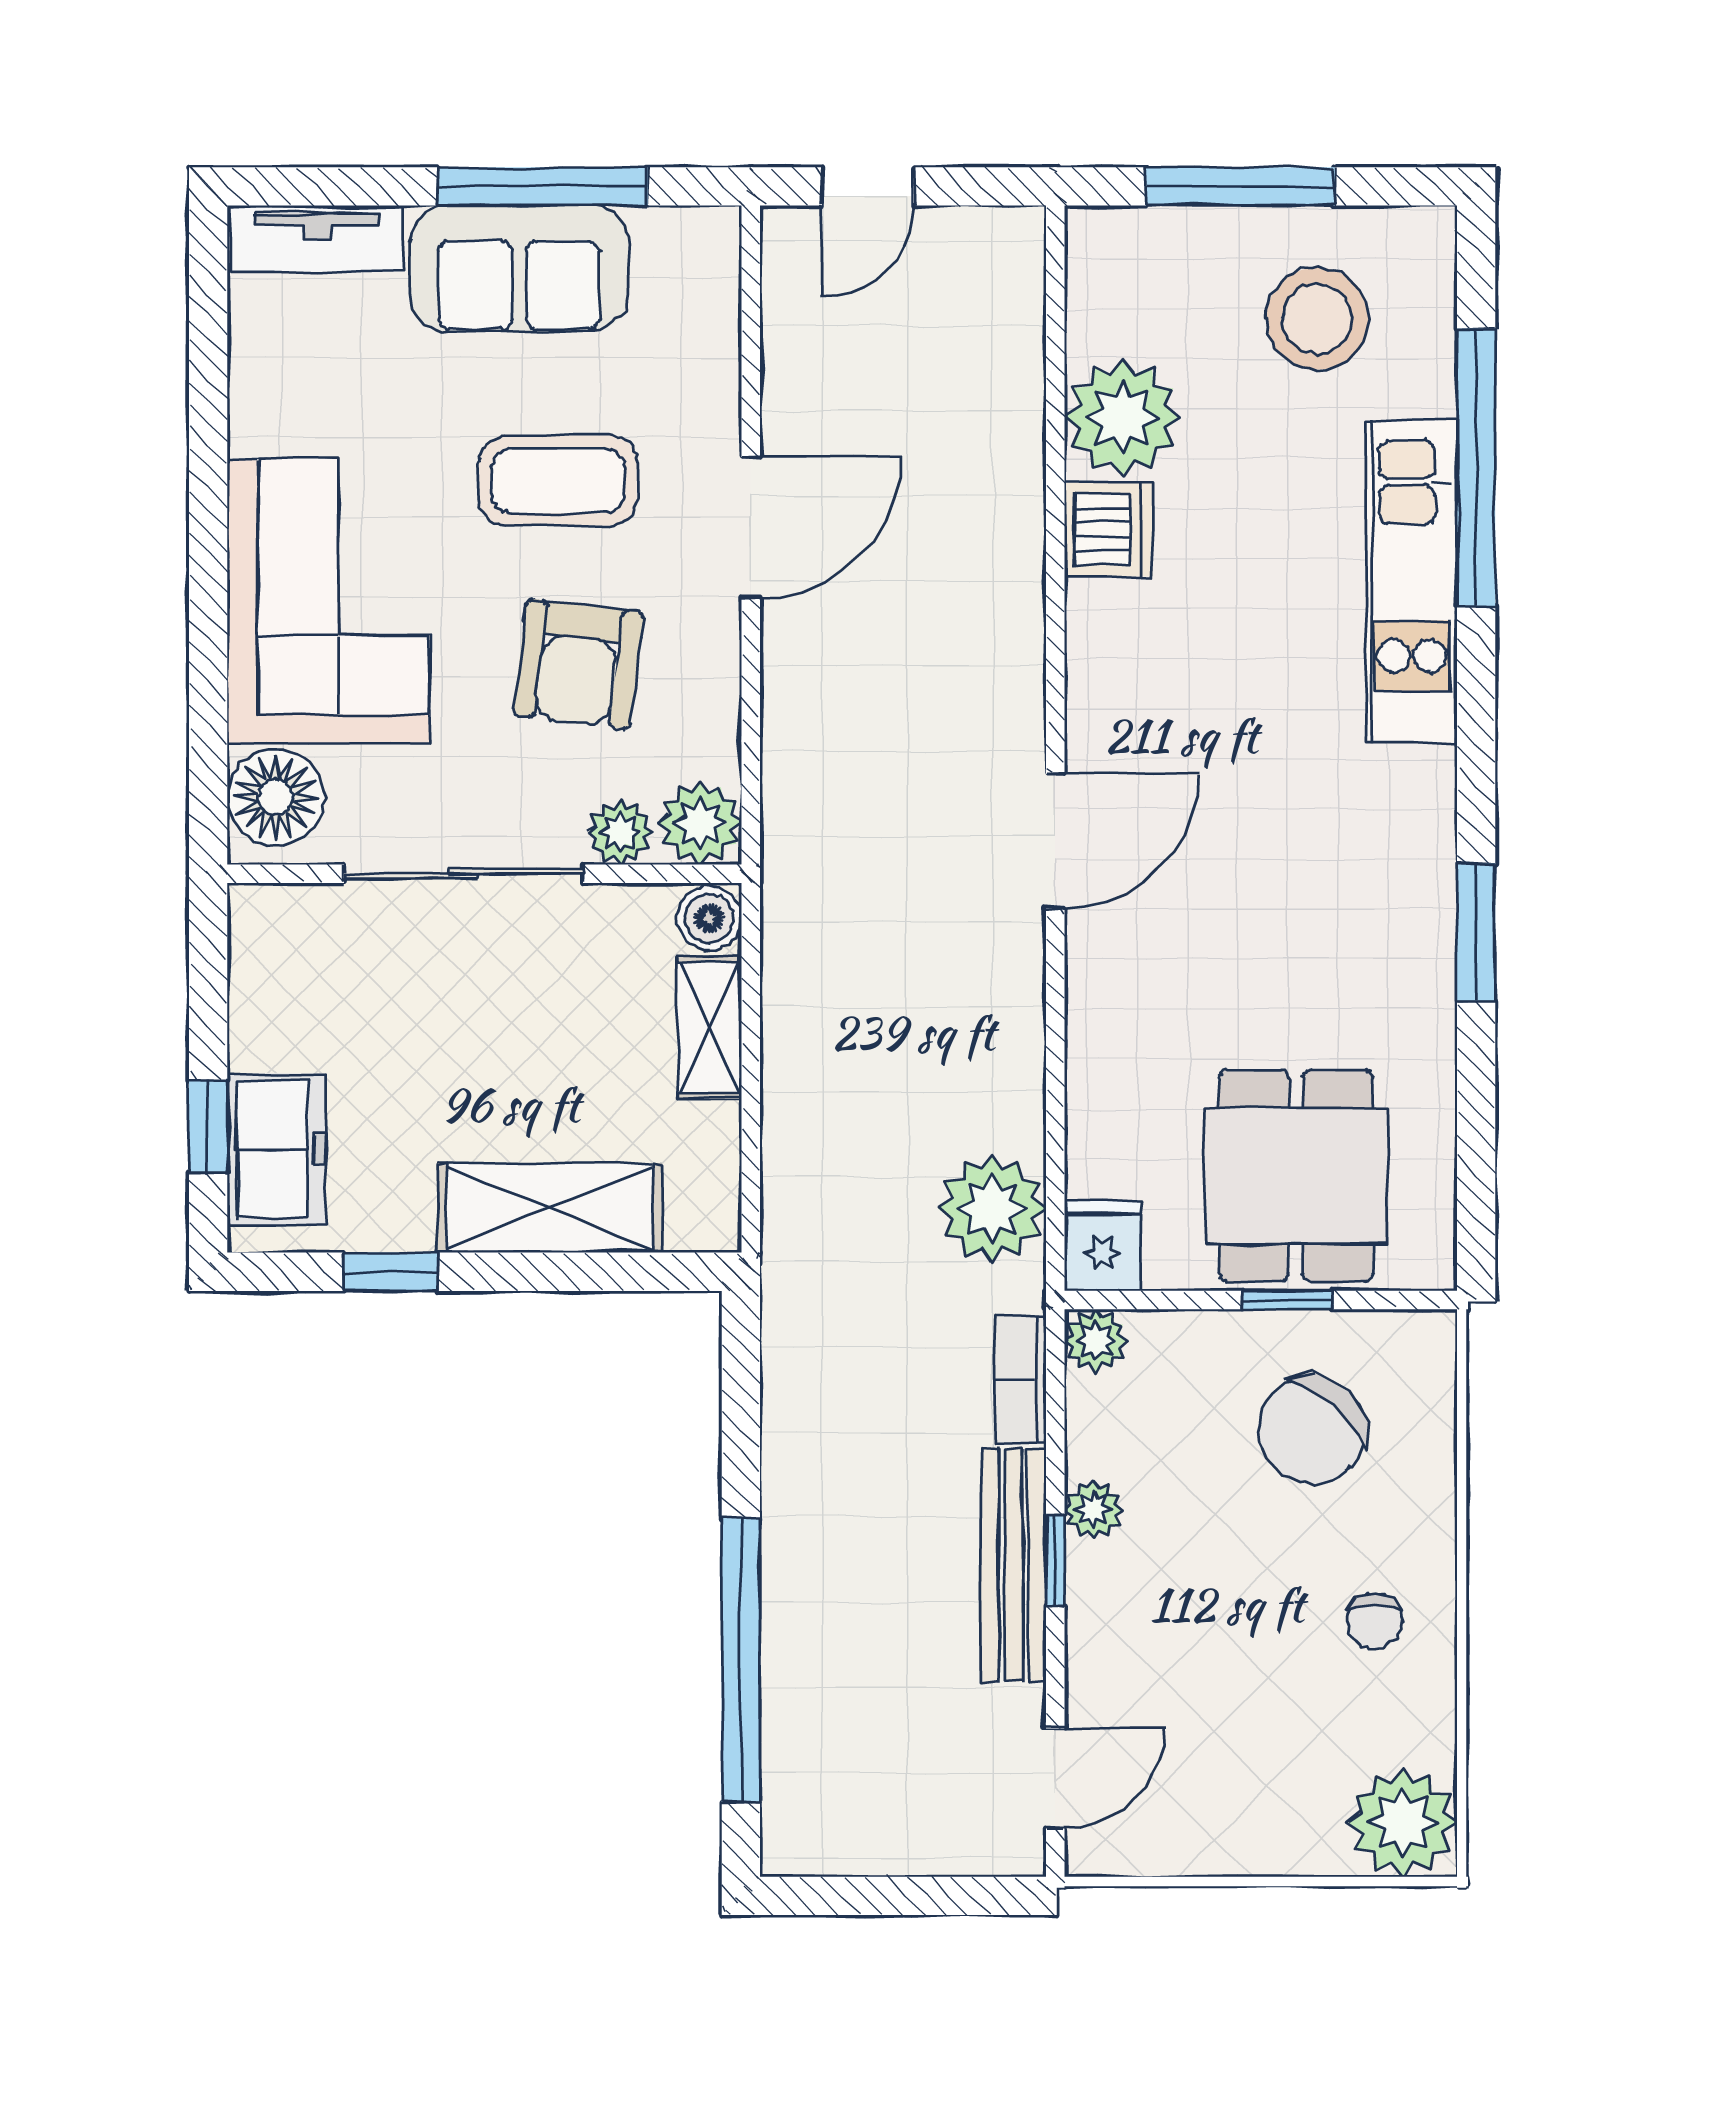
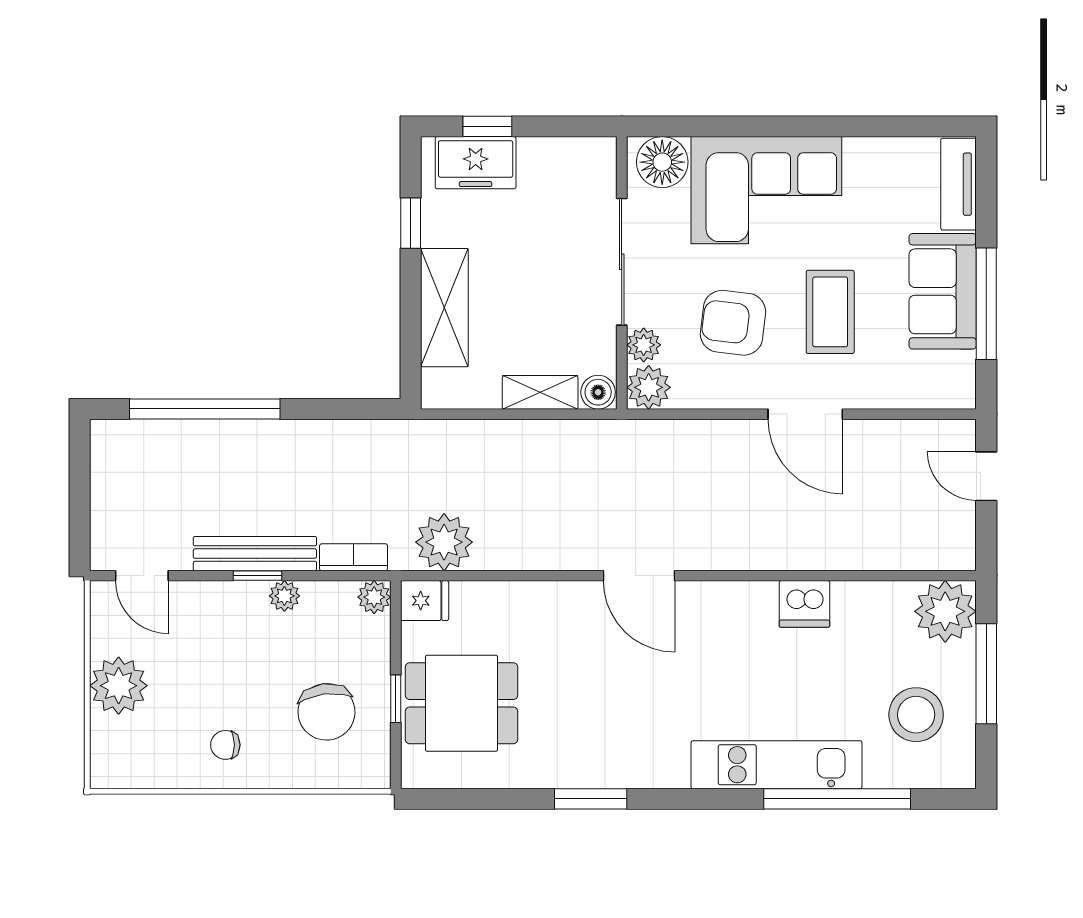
plant: (1123, 417) -> (945, 611), moved
chair: (1312, 1430) -> (326, 712), turned -139
plant: (1403, 1823) -> (119, 686), moved

